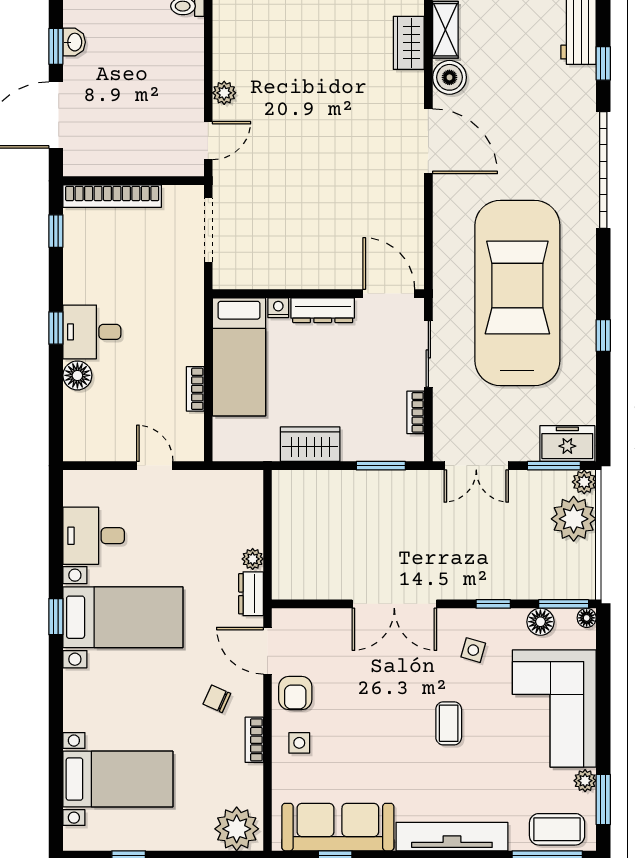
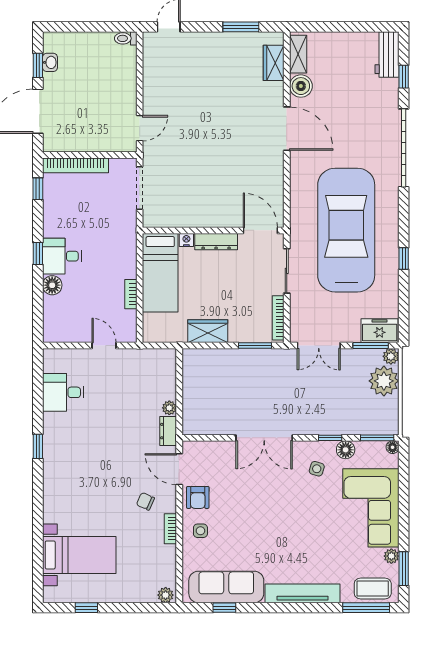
plant: (224, 93) -> (150, 96), removed
bookcase: (416, 412) -> (278, 318), width x1.56
bed with nightstands: (123, 617) -> (83, 447), removed
floor lamp: (540, 622) -> (346, 450), moved
coffee table: (449, 723) -> (300, 518), removed
plant: (237, 829) -> (166, 595), width x0.53, depth x0.53

